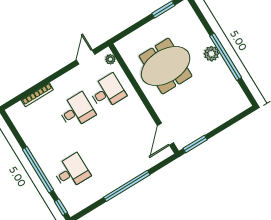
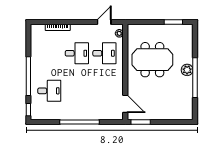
door: (166, 134) -> (125, 104), swing flipped

